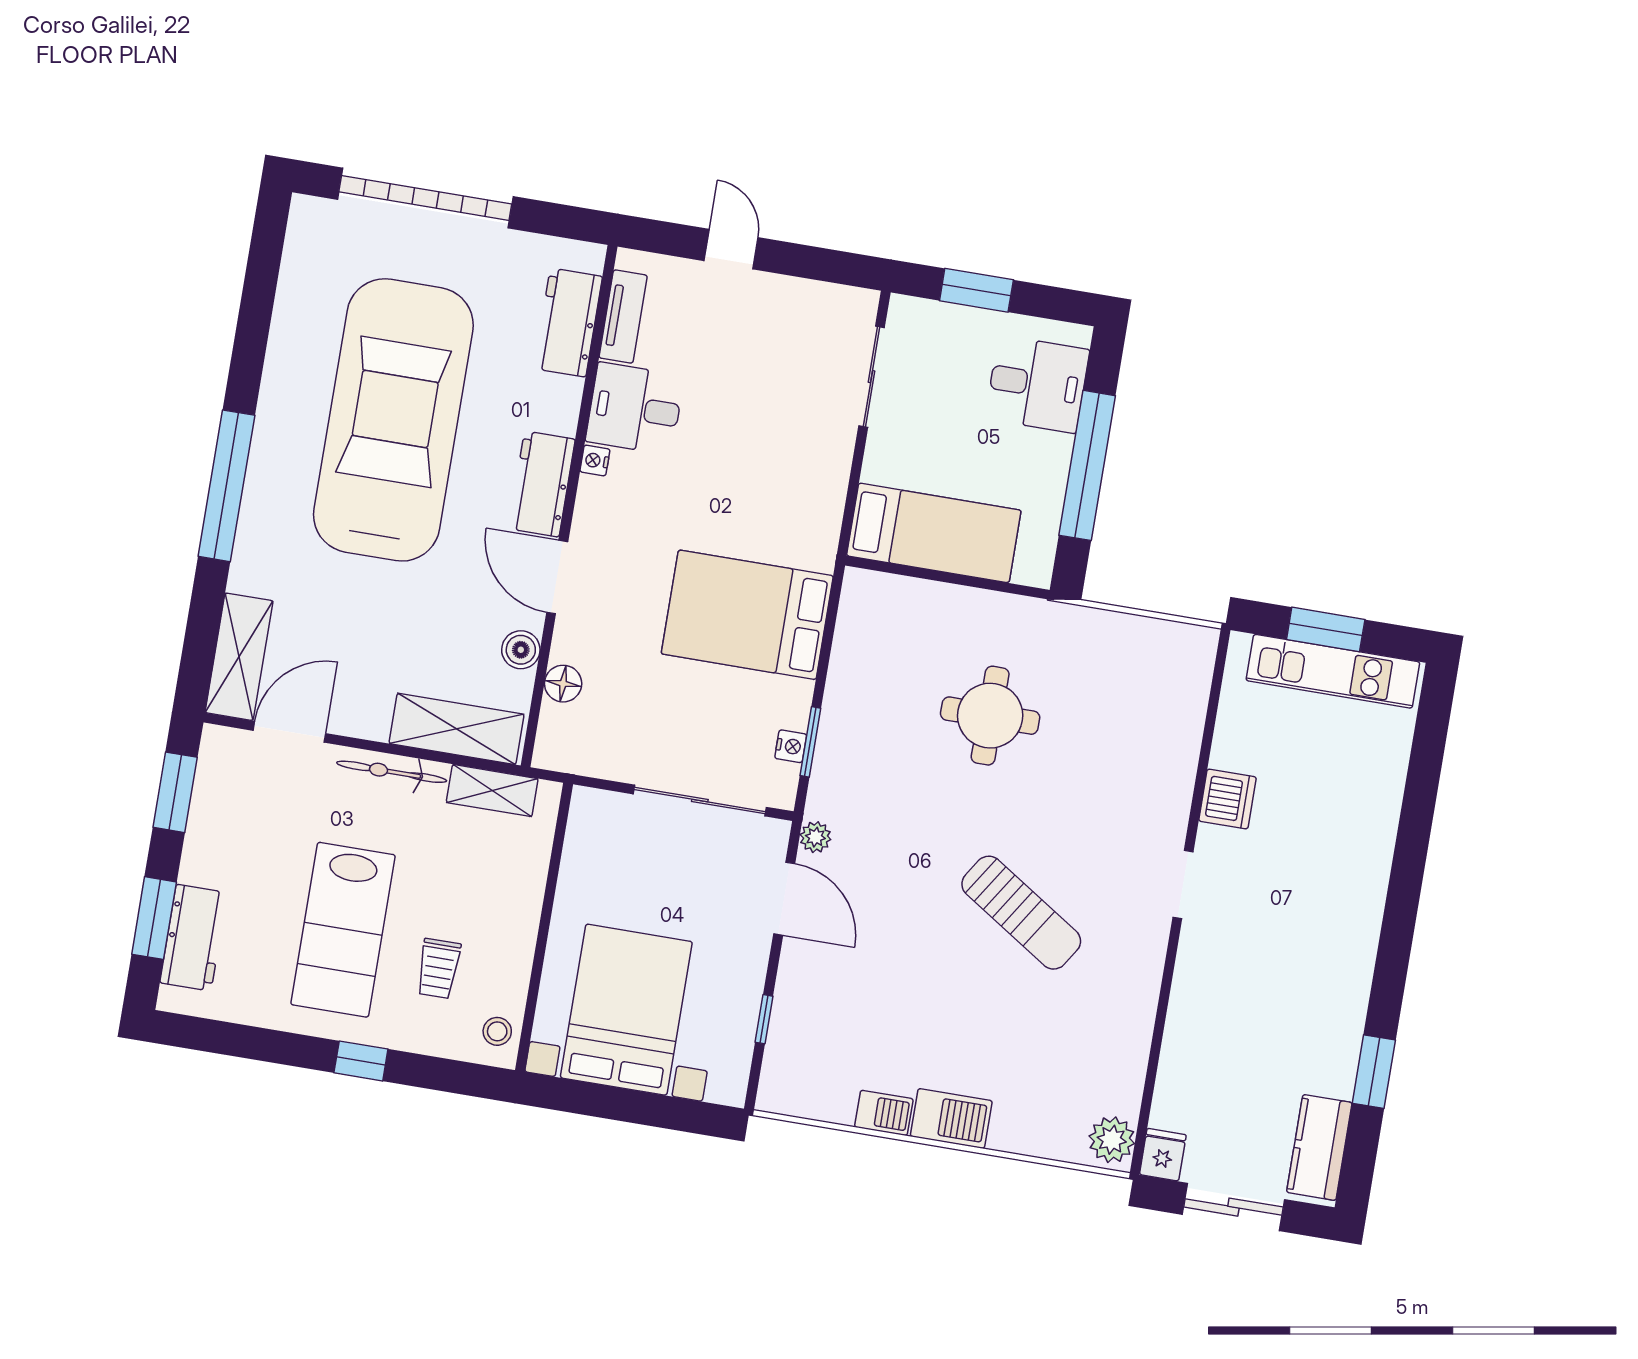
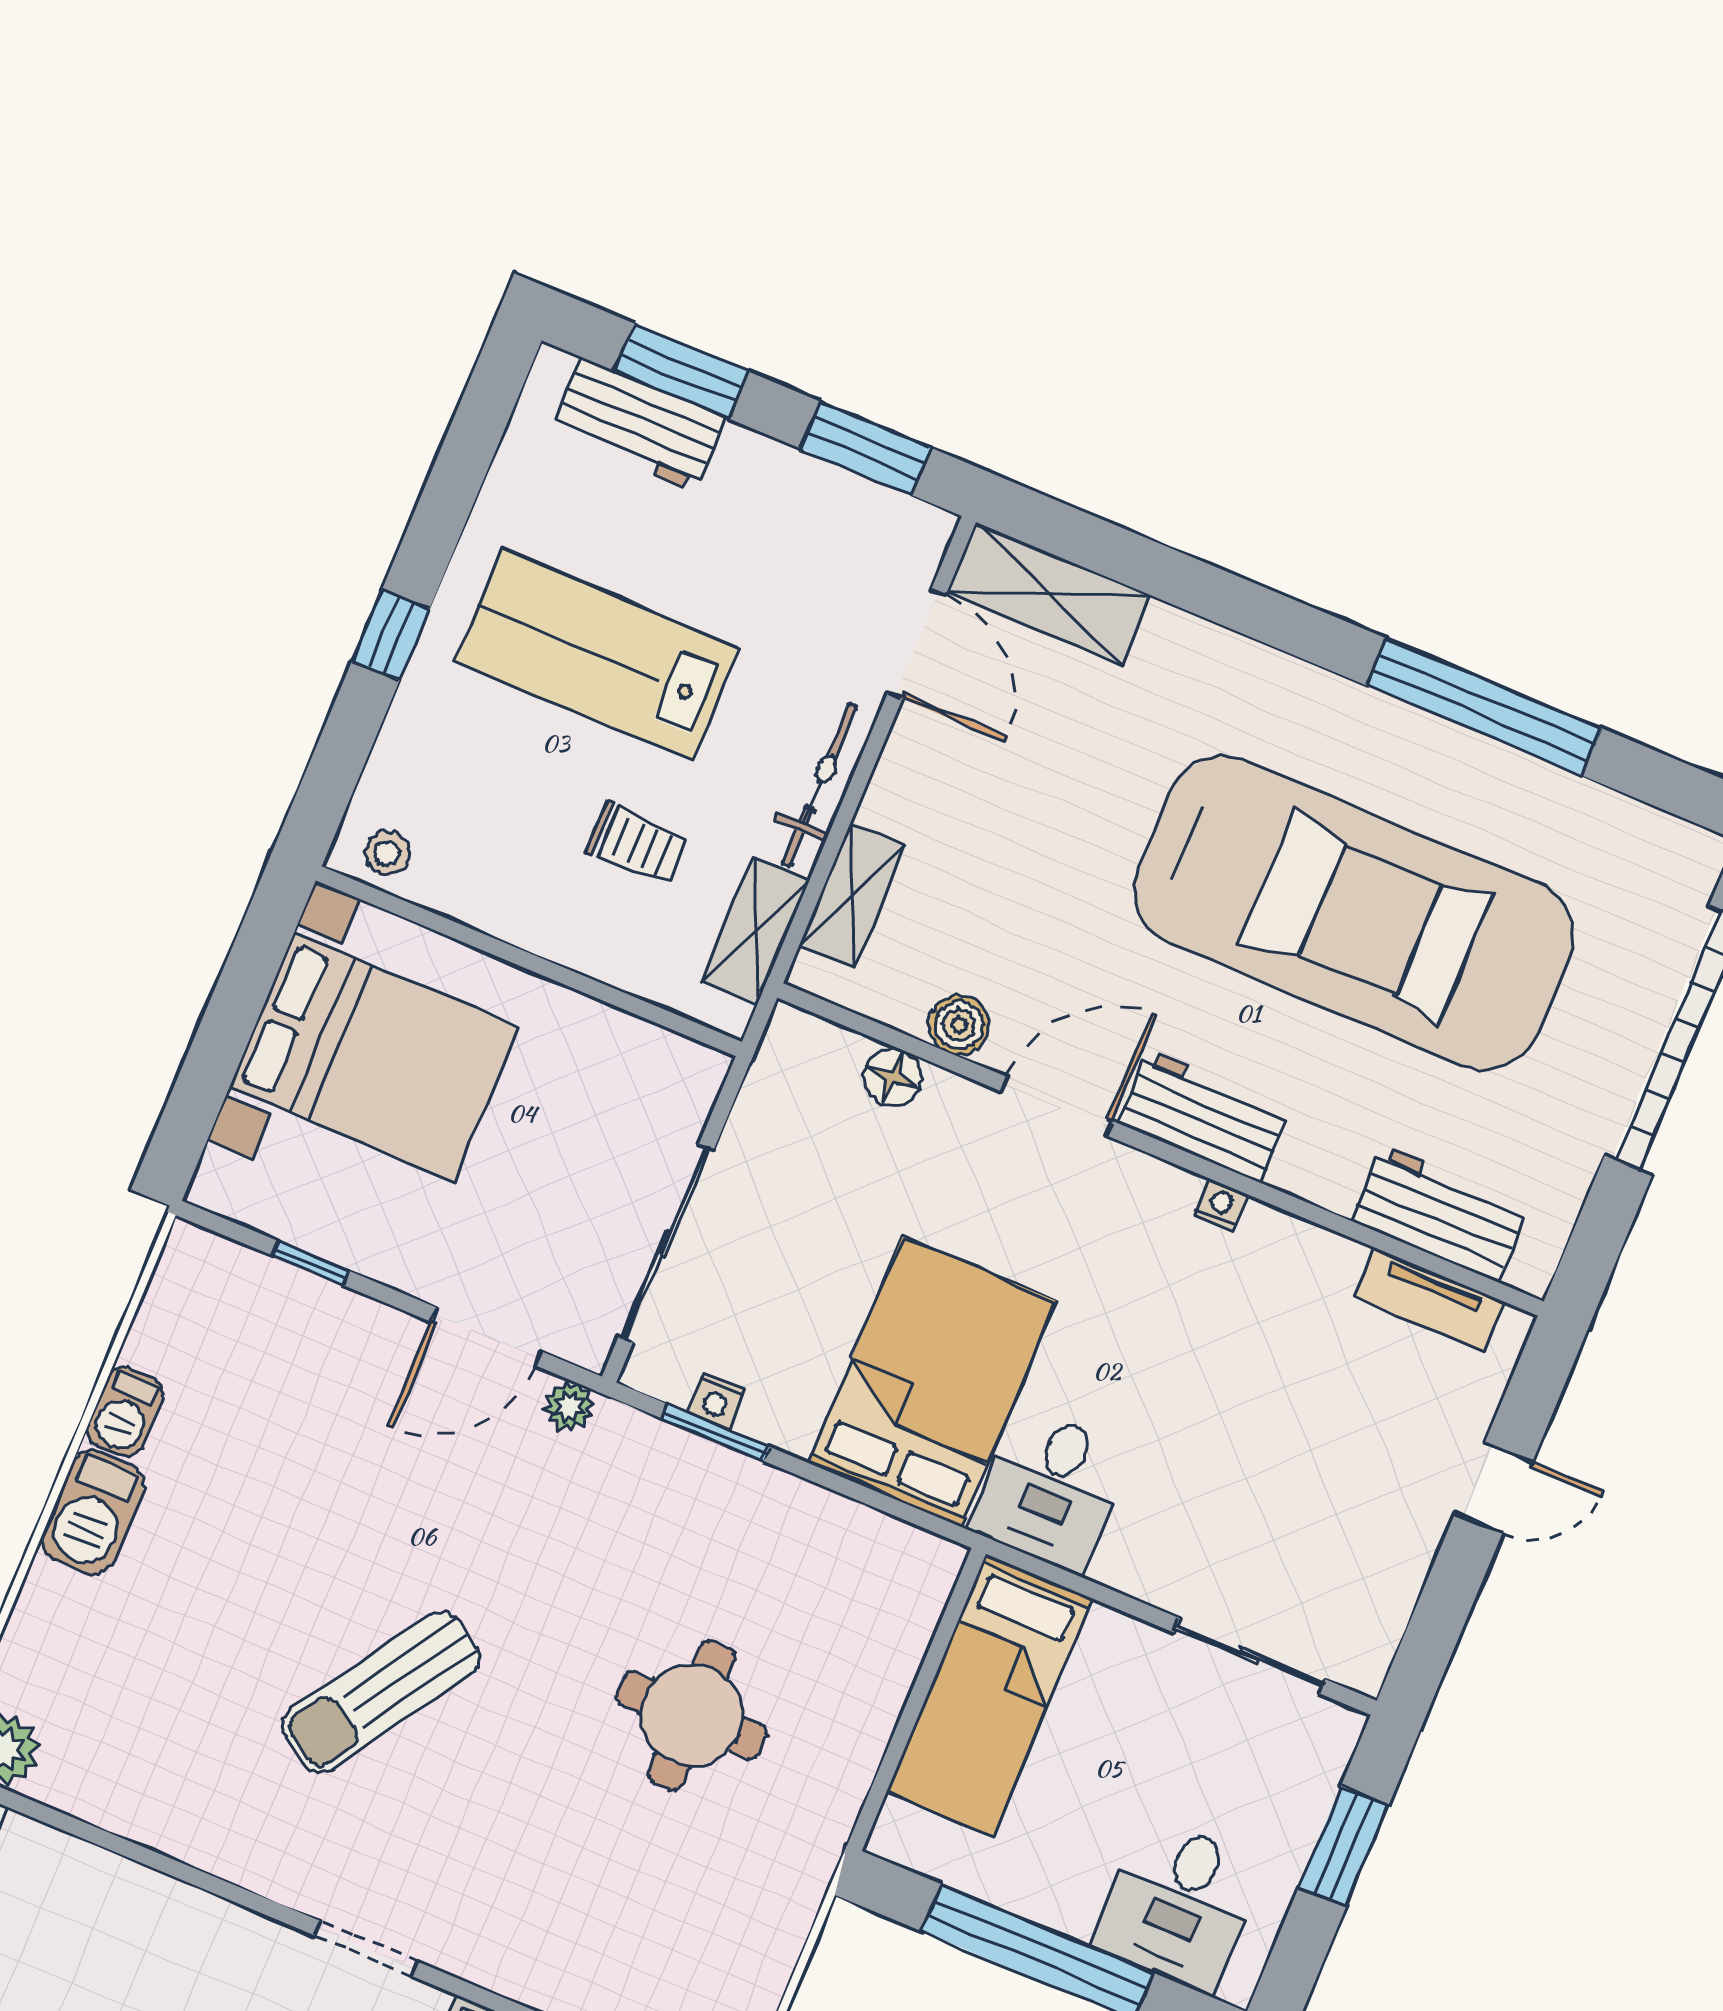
desk: (635, 409) -> (1050, 1490), moved, turned 180
window: (226, 486) -> (1485, 707), moved
shelving: (457, 729) -> (853, 895), width x0.67, depth x0.75
trolley: (438, 969) -> (637, 843), moved, turned 180

